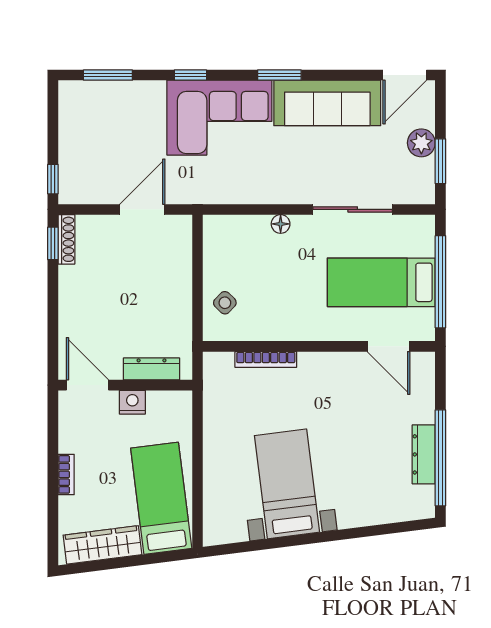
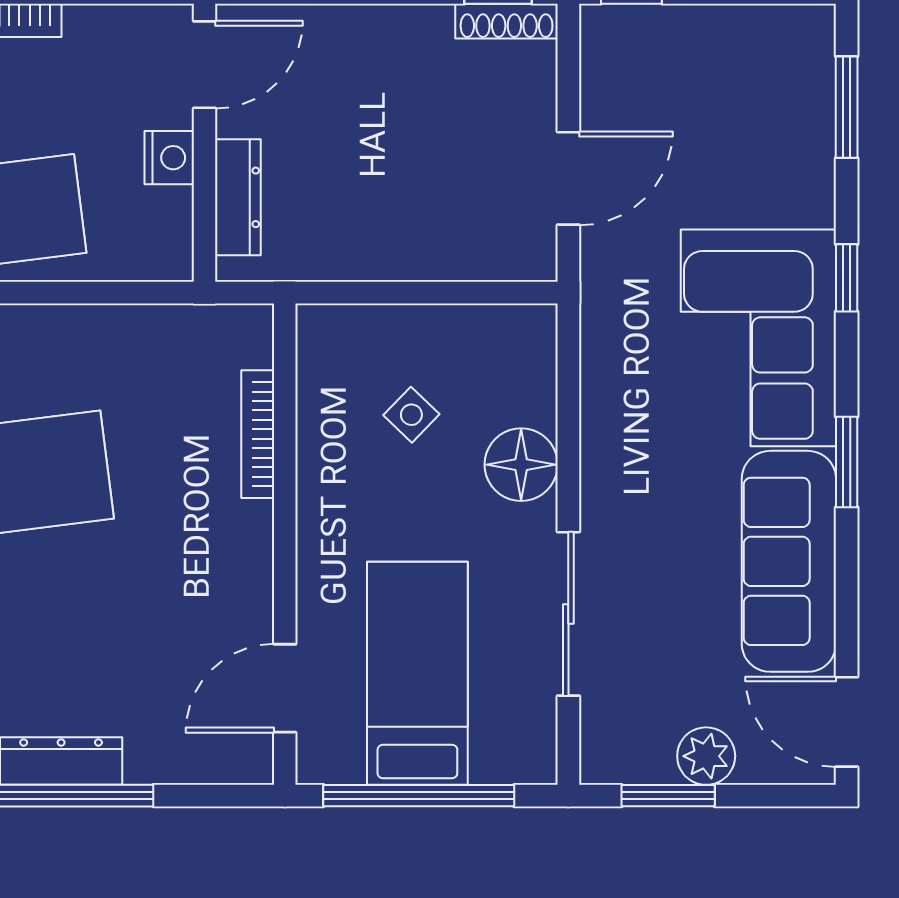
door: (142, 209) -> (568, 178), hinge flipped
floor lamp: (281, 224) -> (521, 465), width x1.89, depth x1.89
side table: (225, 303) -> (411, 415), moved

